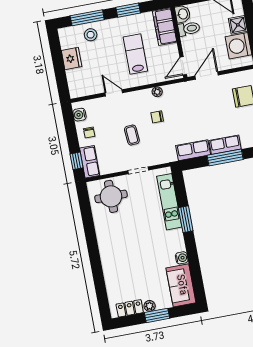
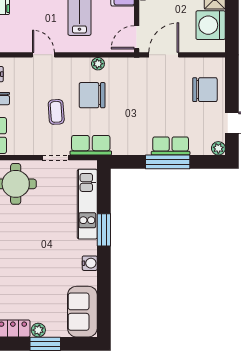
chair: (157, 117) -> (92, 95), width x1.87, depth x1.87
row of seats: (193, 150) -> (91, 145), moved
water cooler: (182, 258) -> (90, 263), moved

